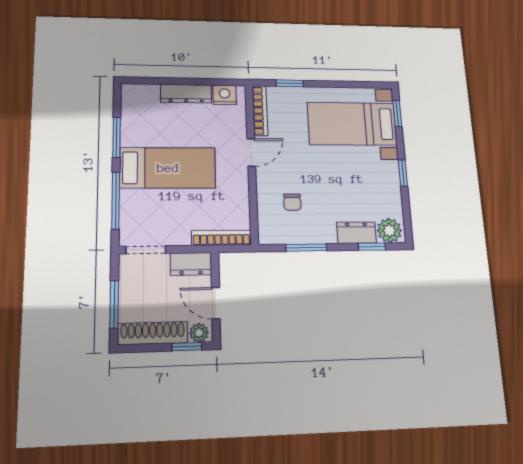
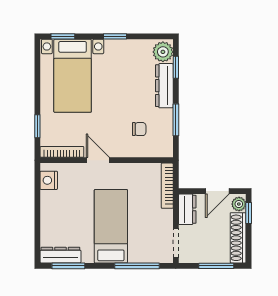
dresser: (186, 94) -> (60, 255), moved, turned -90
window: (117, 137) -> (68, 266), moved
dresser: (356, 233) -> (164, 86), width x1.44

